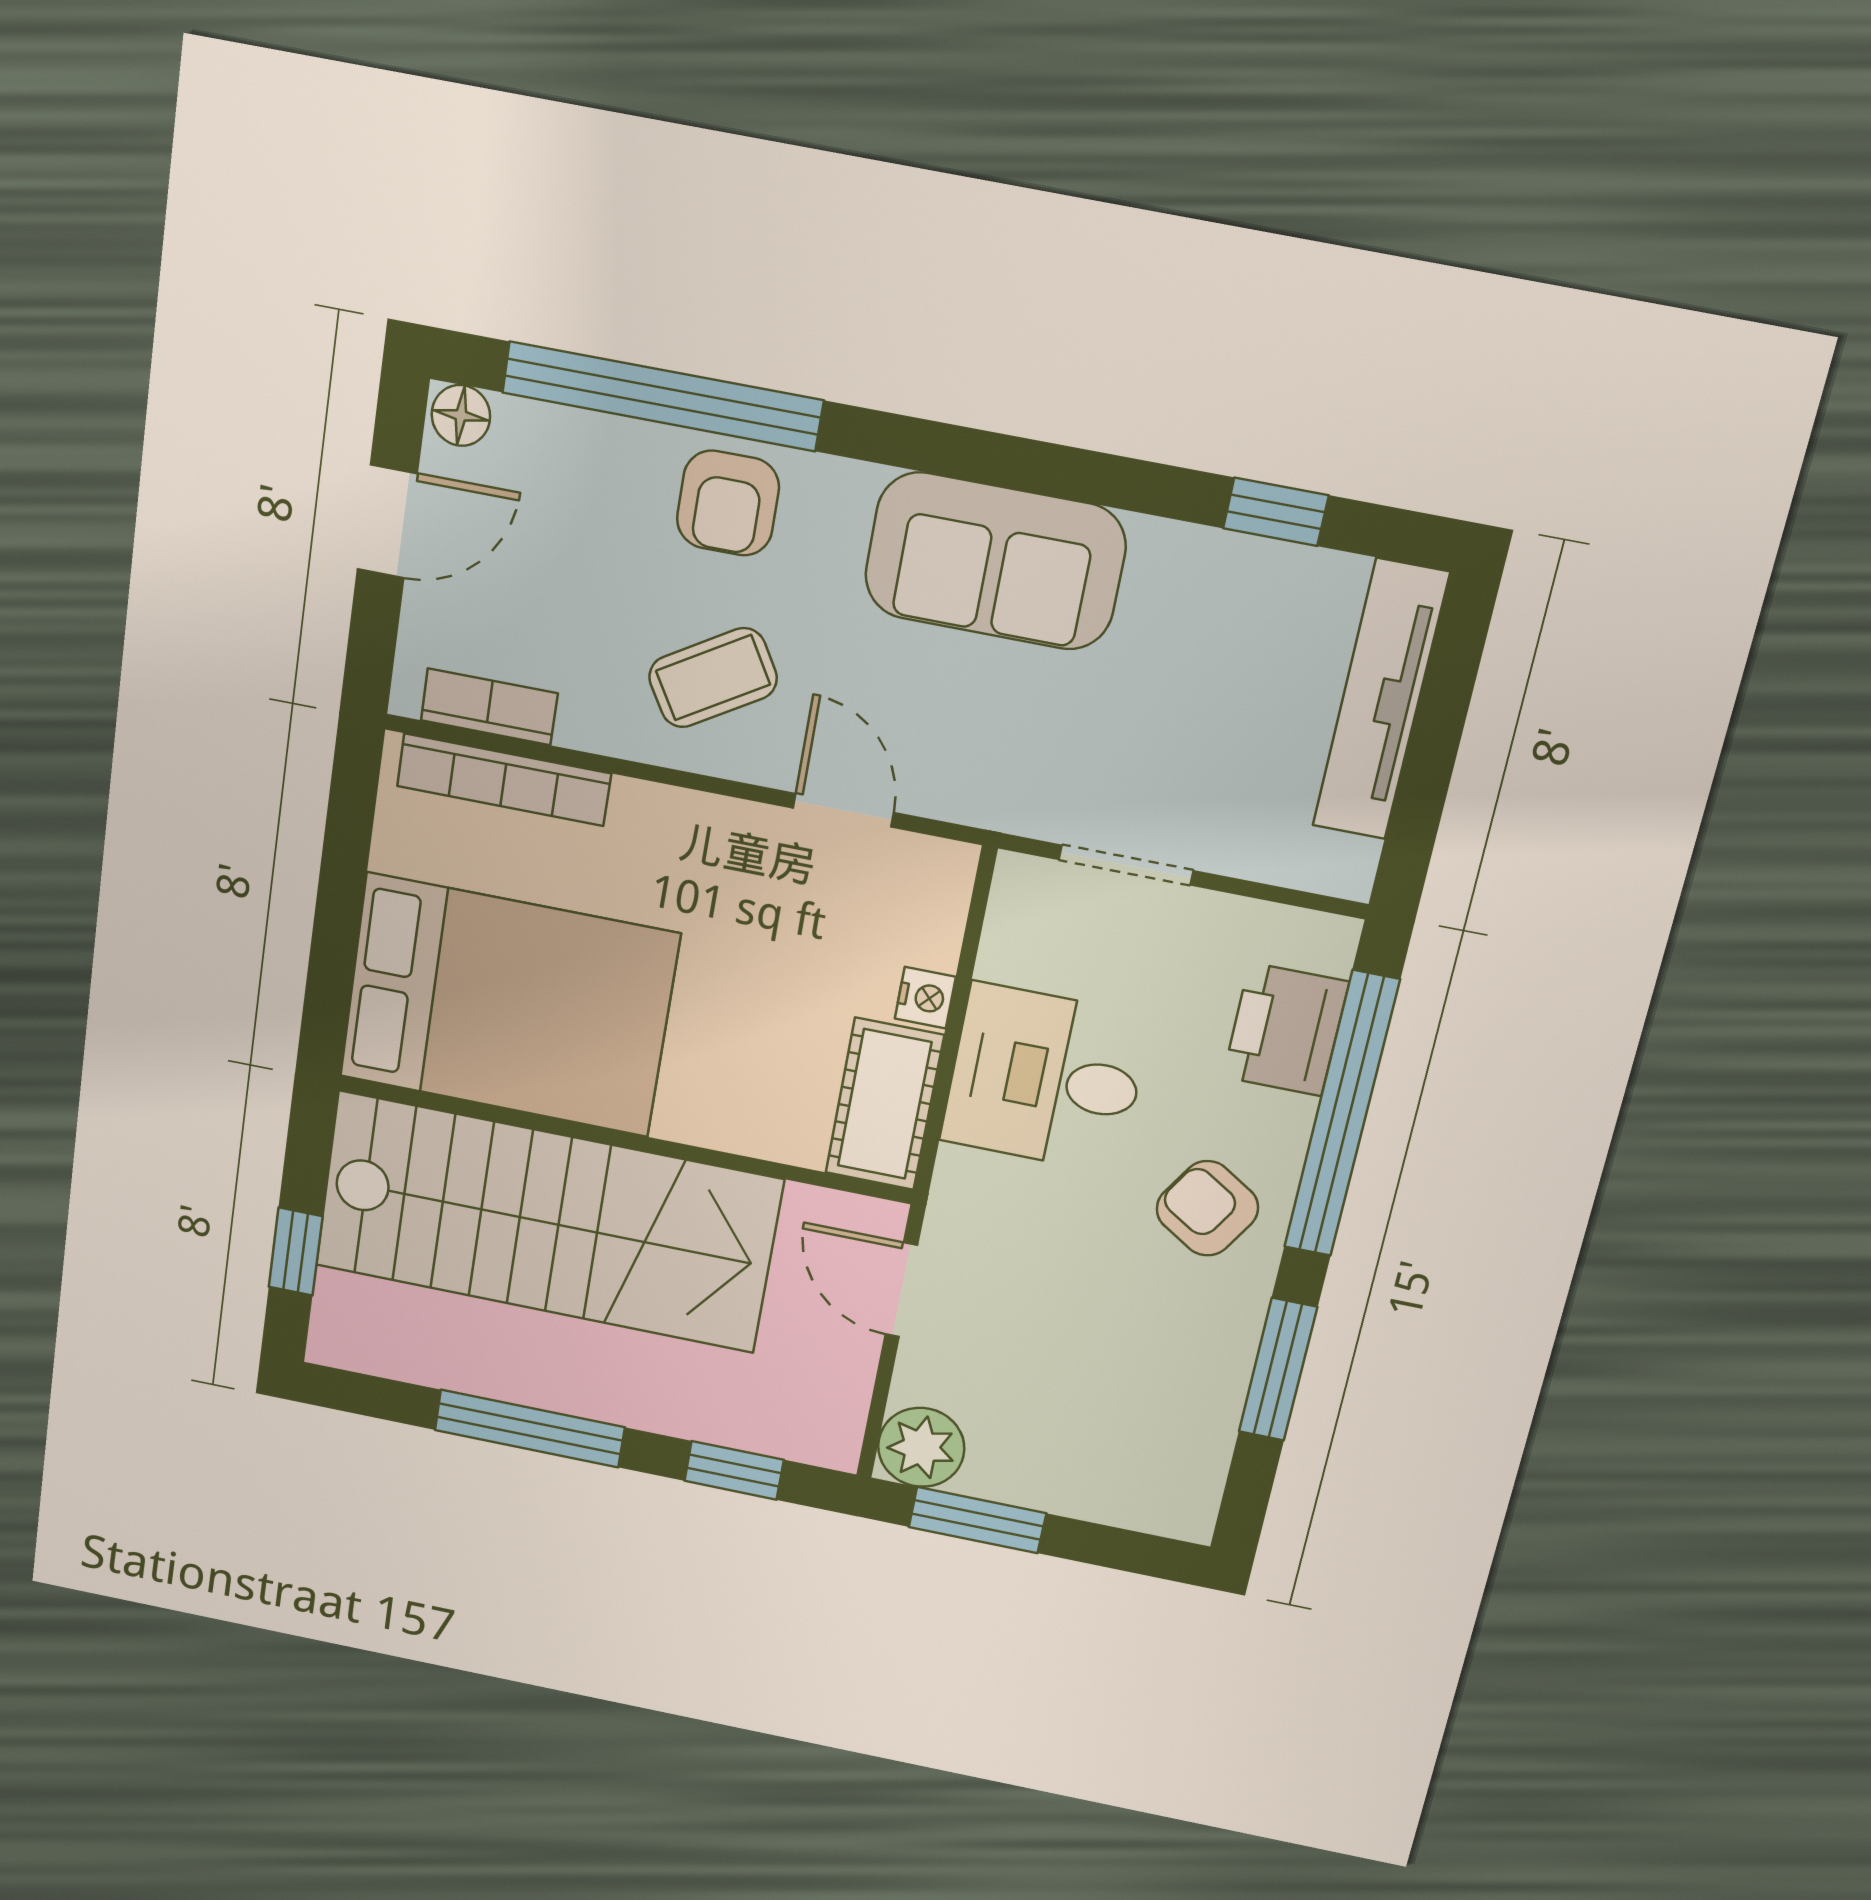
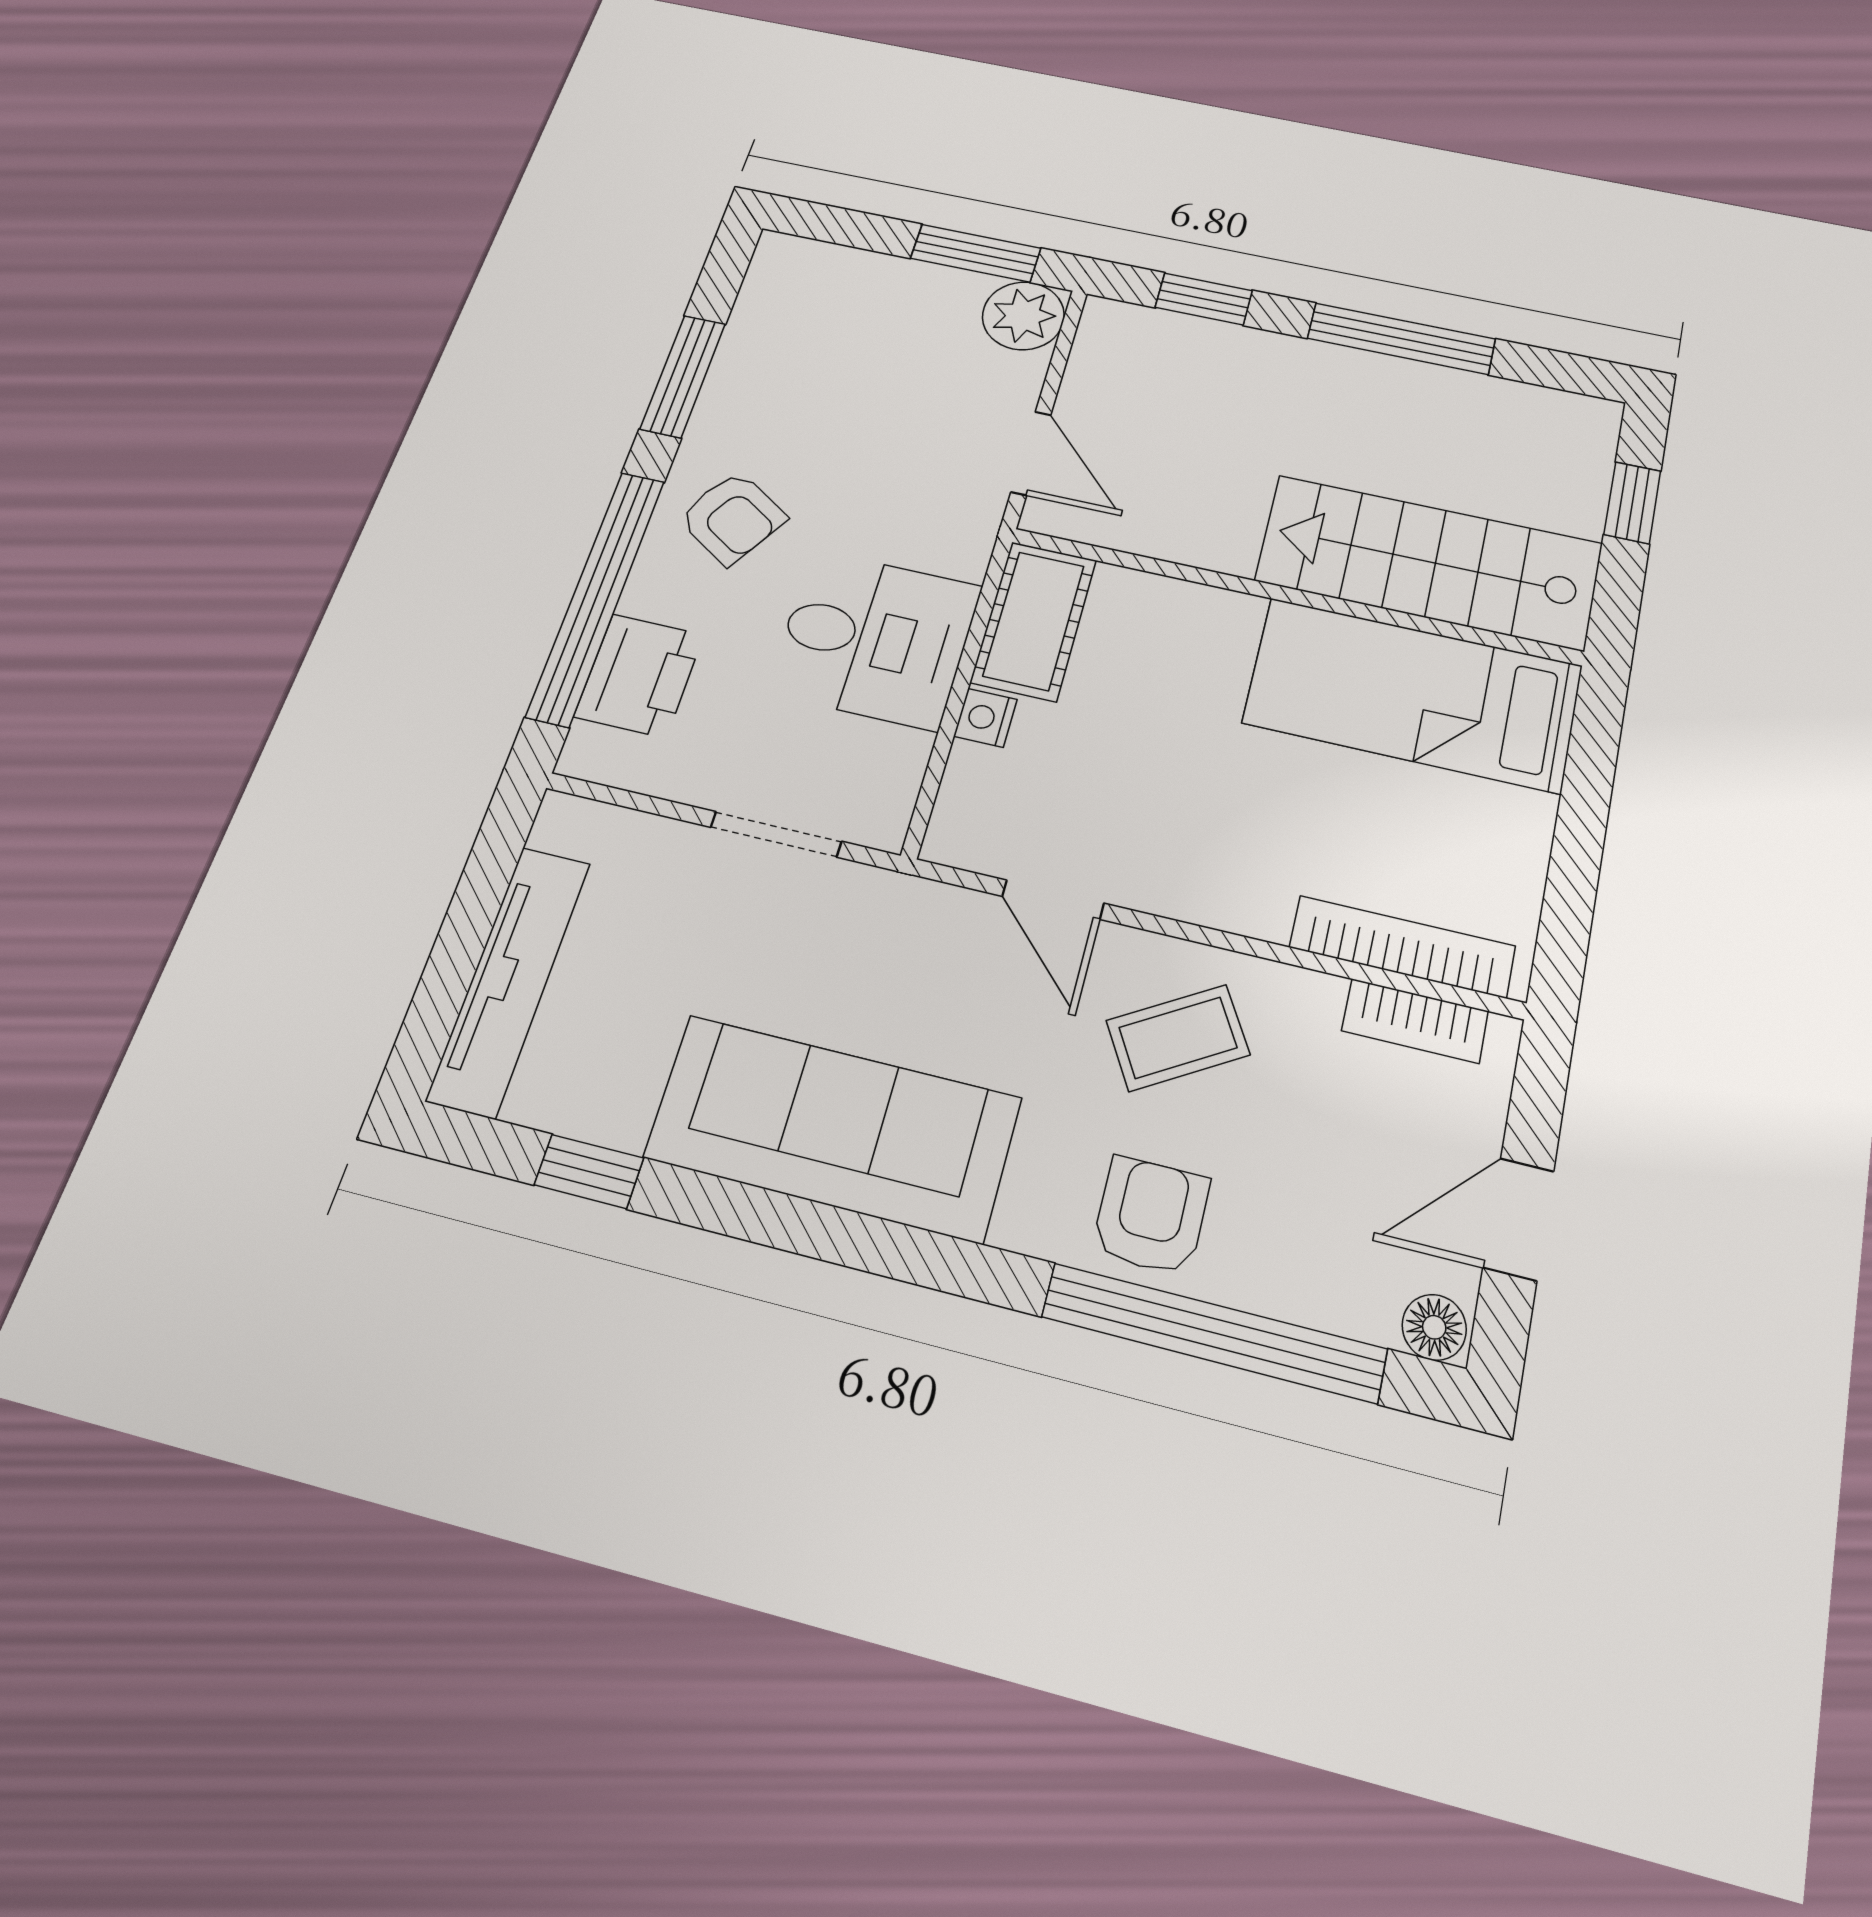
sofa: (995, 561) -> (833, 1128), width x1.36
bed: (508, 1005) -> (1413, 694), width x0.67
stairs: (547, 1222) -> (1429, 562), width x0.73, depth x0.66

